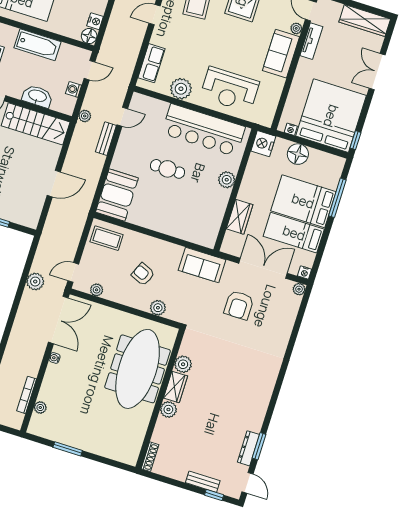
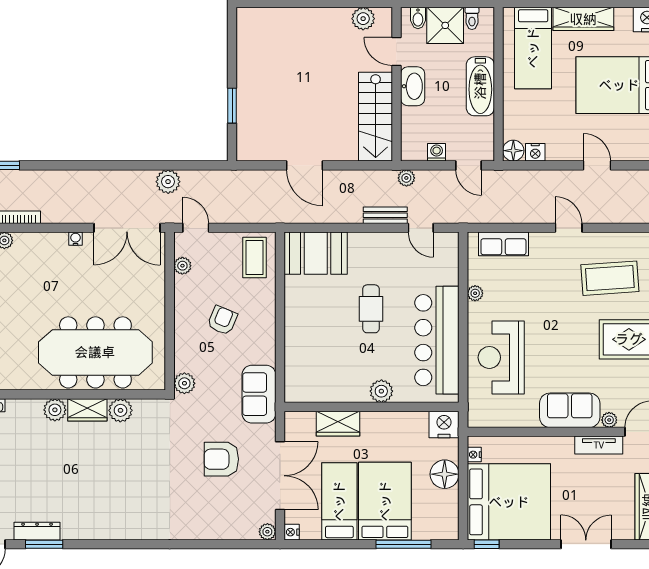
plant: (181, 89) -> (475, 293), width x0.53, depth x0.53
washbasin: (37, 96) -> (413, 86), moved
plant: (158, 308) -> (184, 383), moved

